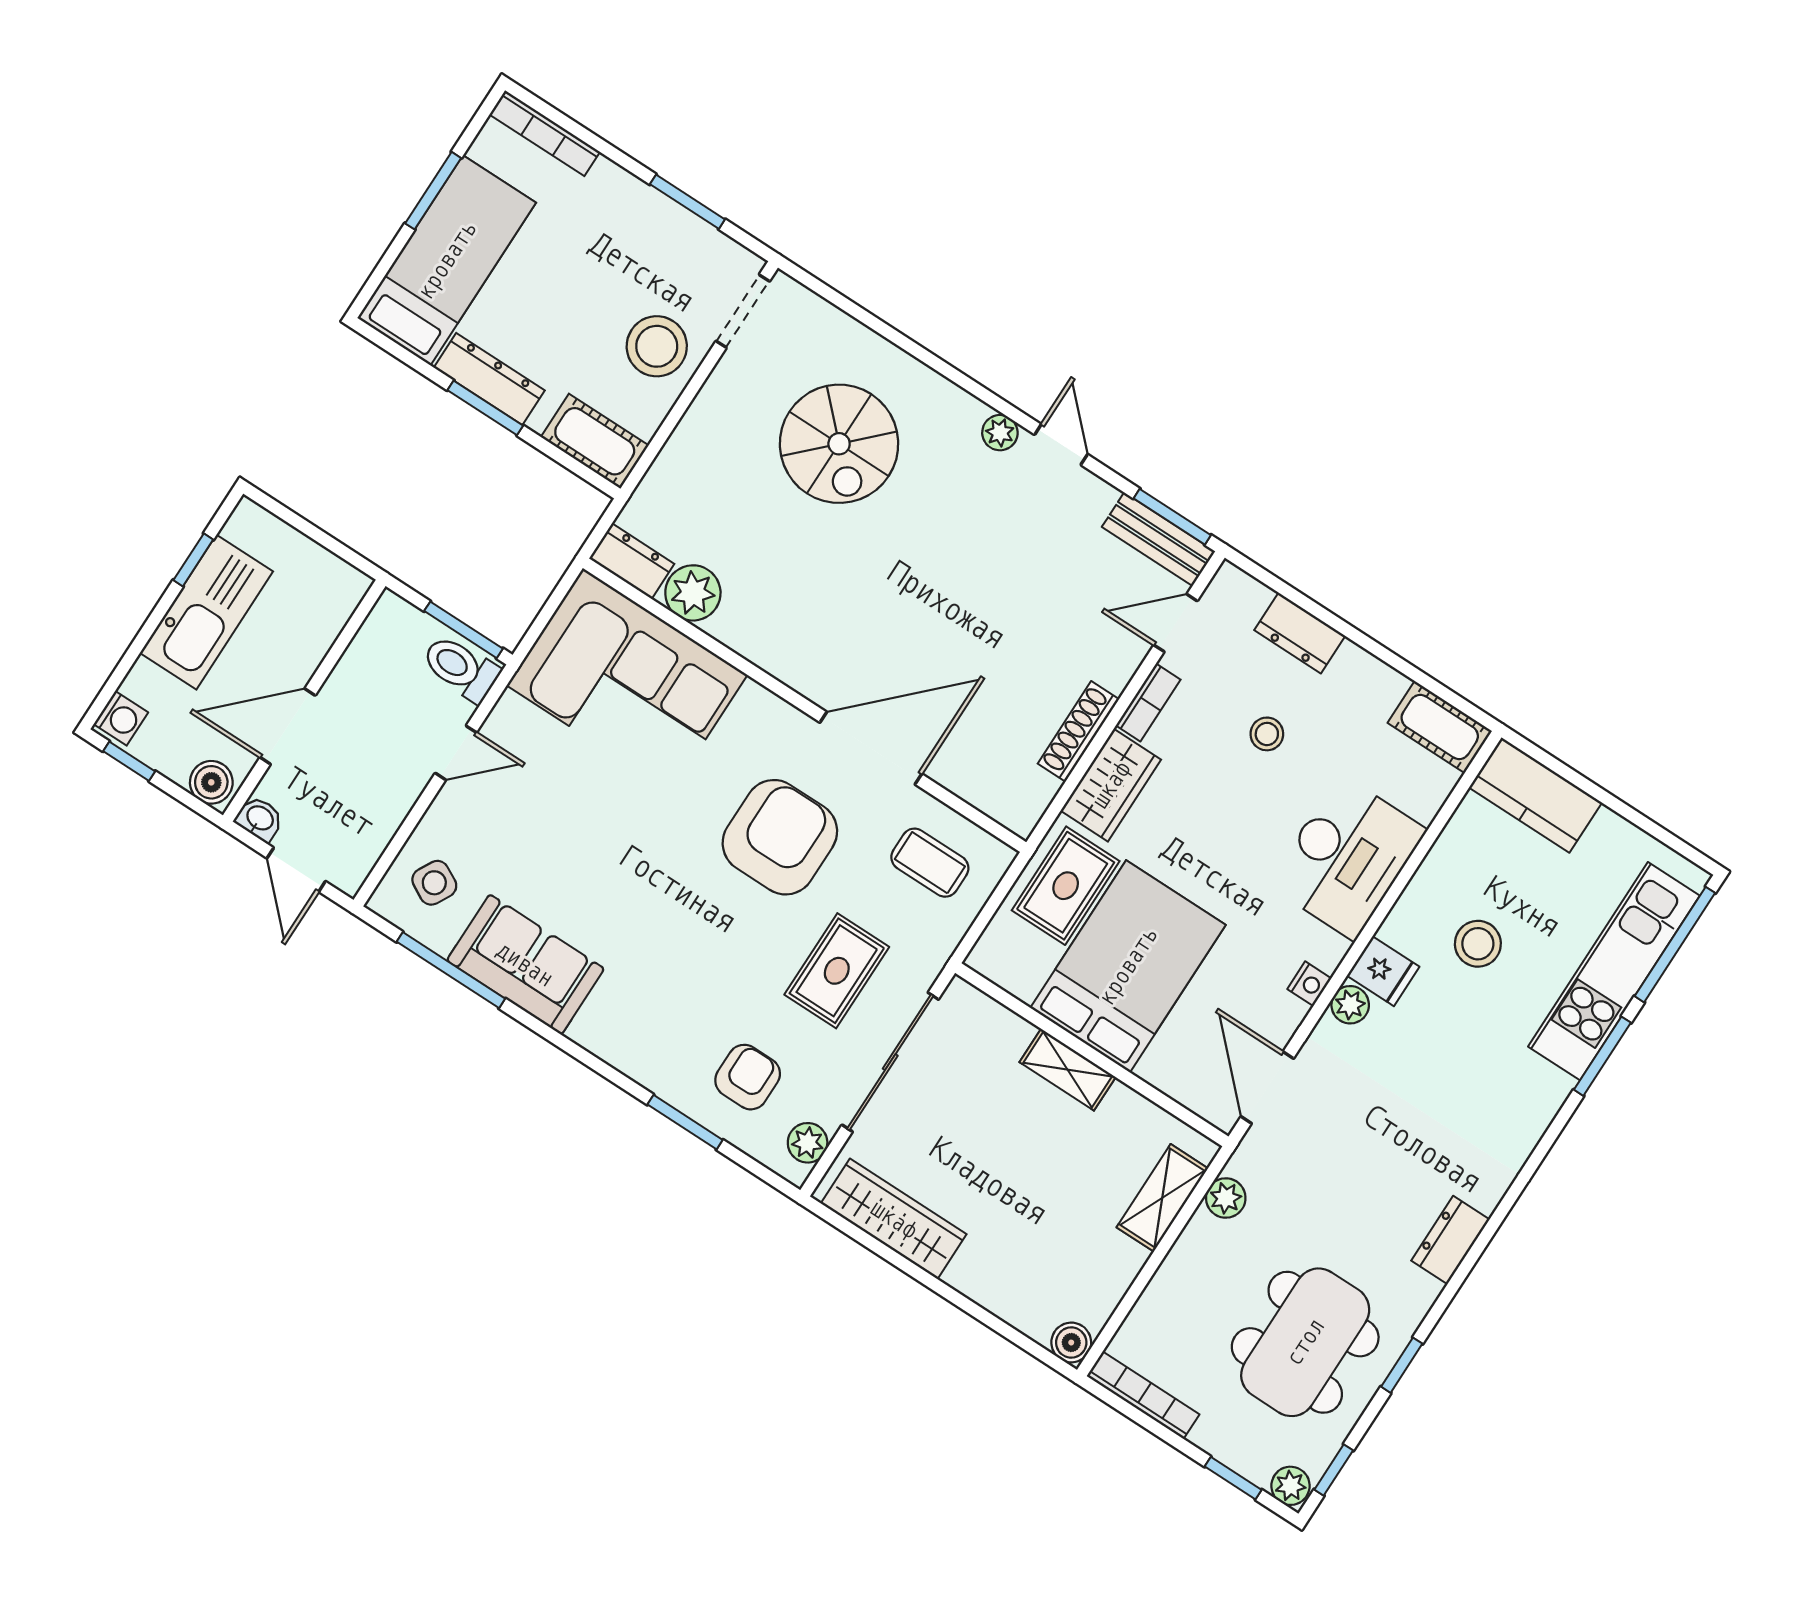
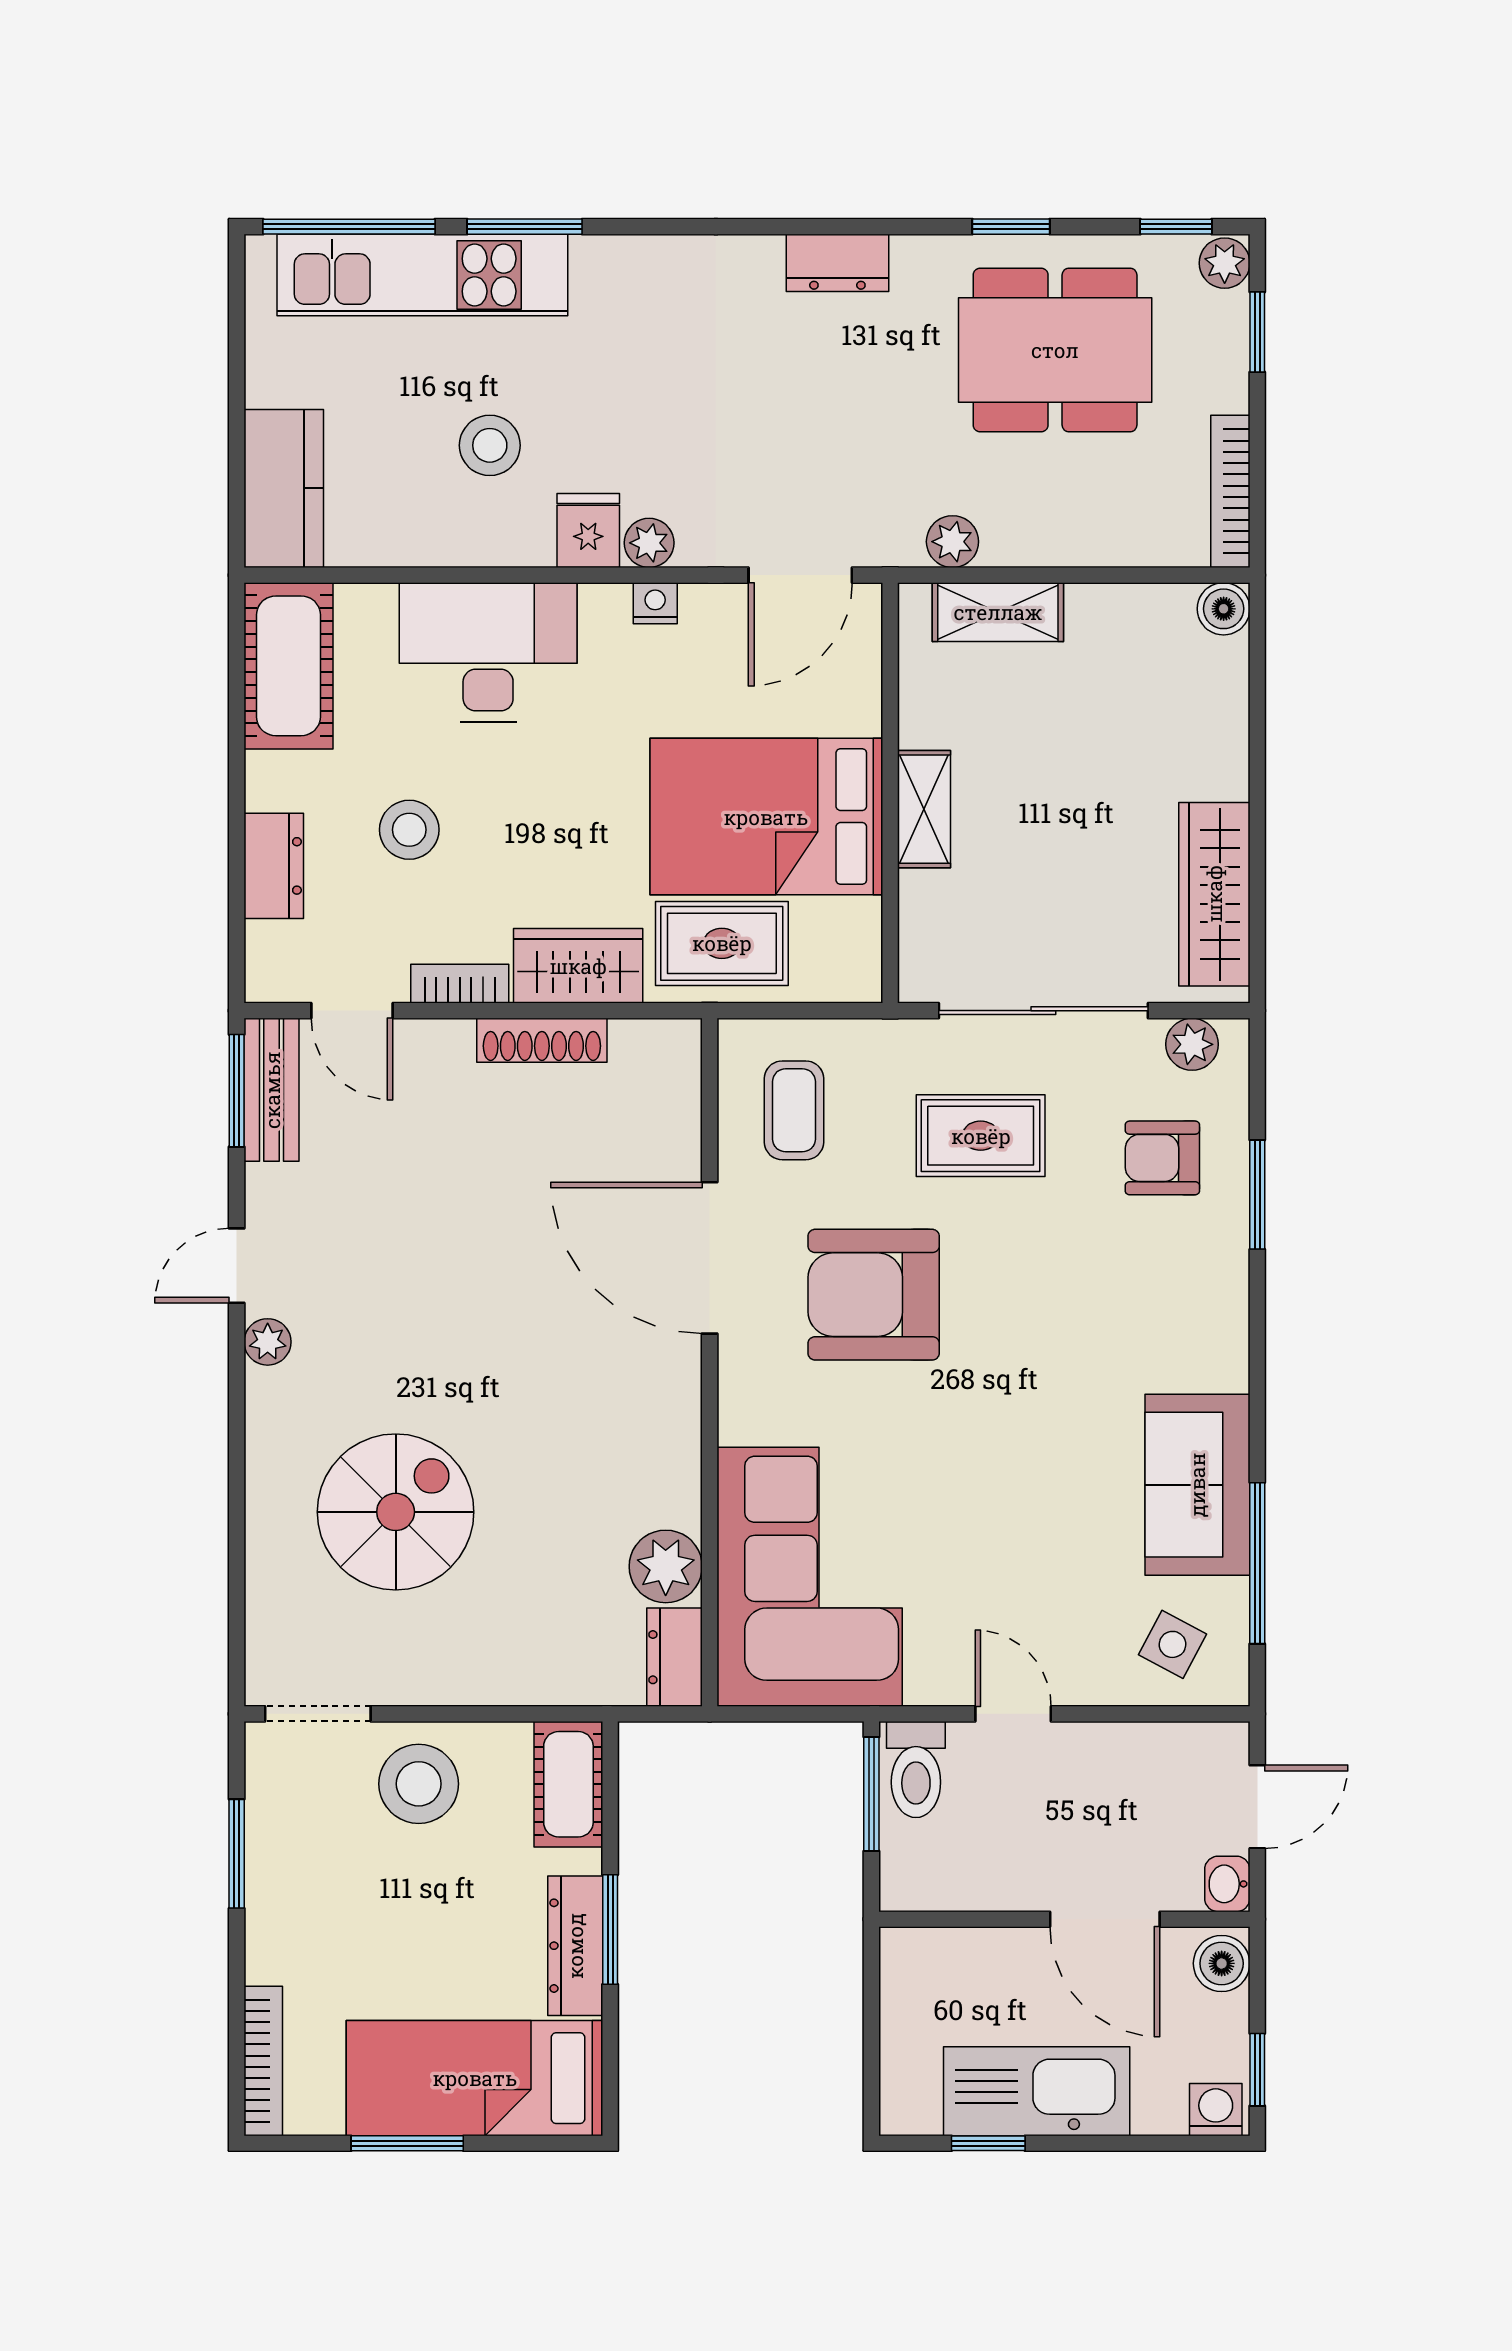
cot: (1440, 727) -> (288, 666), width x1.37, depth x1.34
stool: (1267, 734) -> (409, 830), width x1.37, depth x1.37

